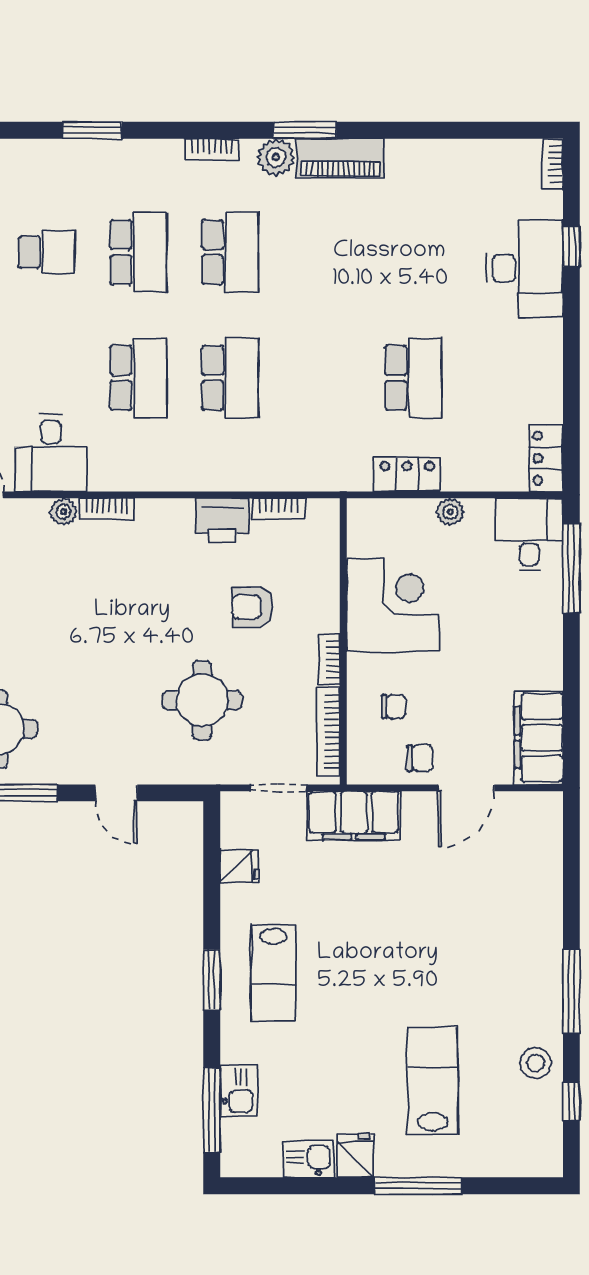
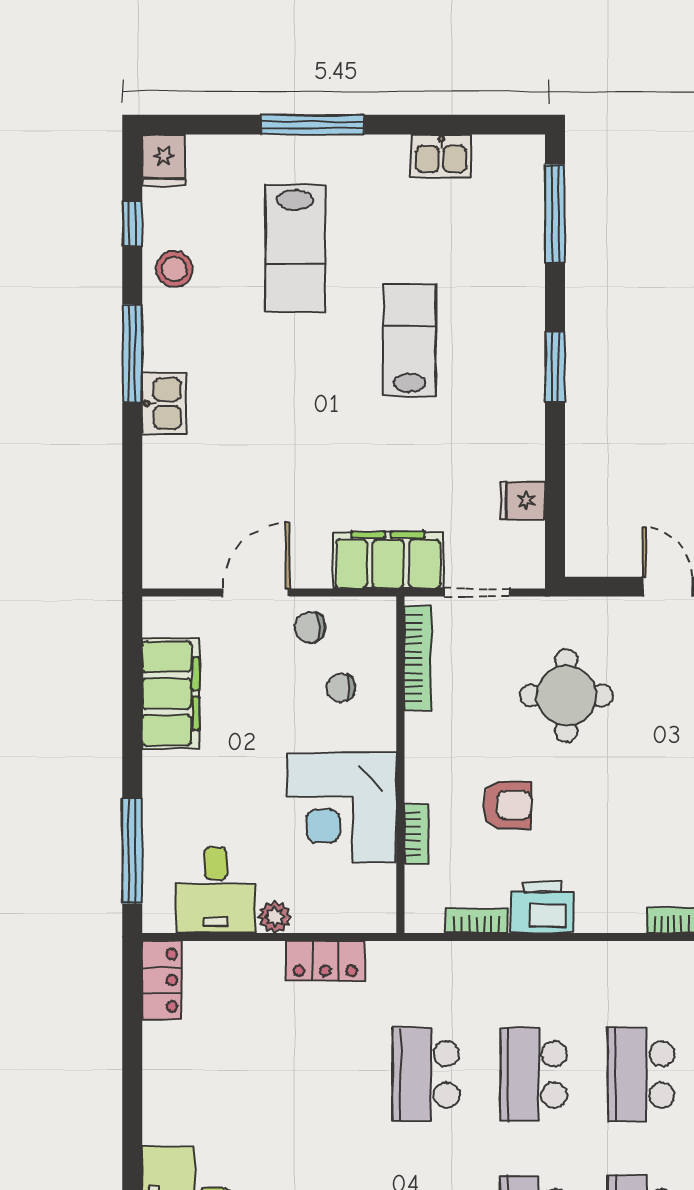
school desk: (413, 378) -> (426, 1074), moved
desk: (529, 535) -> (216, 890), moved
bookcase: (330, 660) -> (416, 834), moved
filing cabinet: (539, 738) -> (171, 693), moved
lab bench: (273, 973) -> (409, 340), moved
kitchen sink: (239, 1091) -> (164, 404), moved, turned 180
fridge: (355, 1156) -> (164, 160), moved

